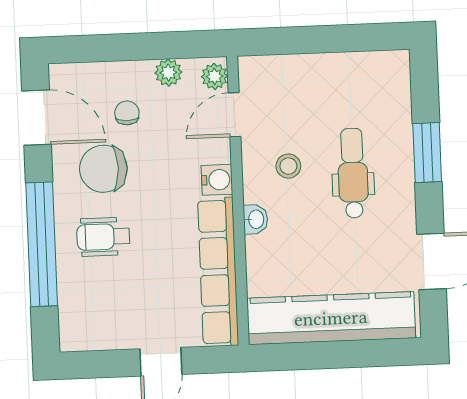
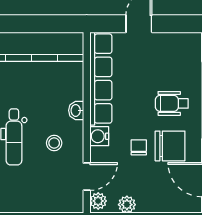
chair: (127, 113) -> (139, 147), moved, turned 180
wheelchair: (103, 237) -> (172, 103), turned 180

